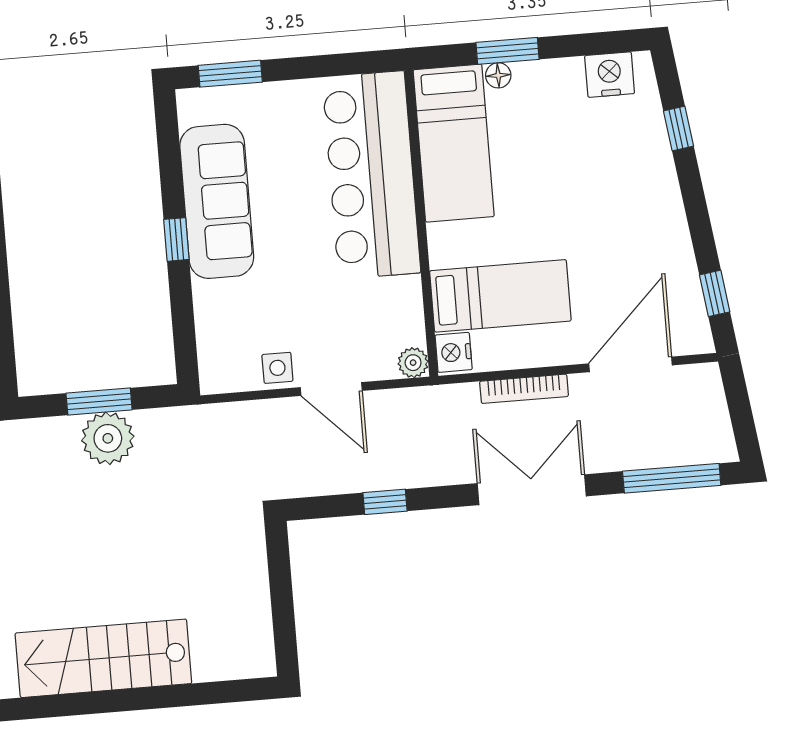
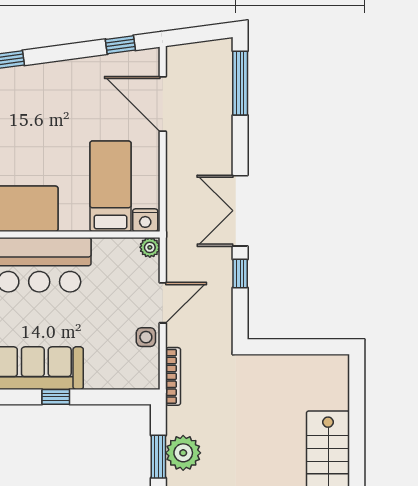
bookcase: (524, 389) -> (173, 376), moved
double door: (532, 490) -> (240, 211), moved

